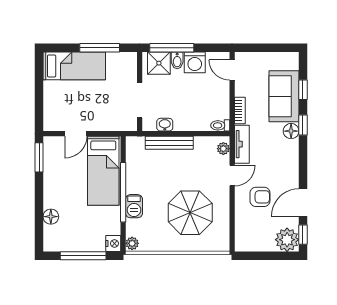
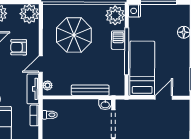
washbasin: (165, 125) -> (105, 104), moved
toilet: (220, 125) -> (50, 115), moved
plant: (247, 239) -> (29, 14), added
plant: (132, 243) -> (115, 15), width x1.88, depth x1.88

